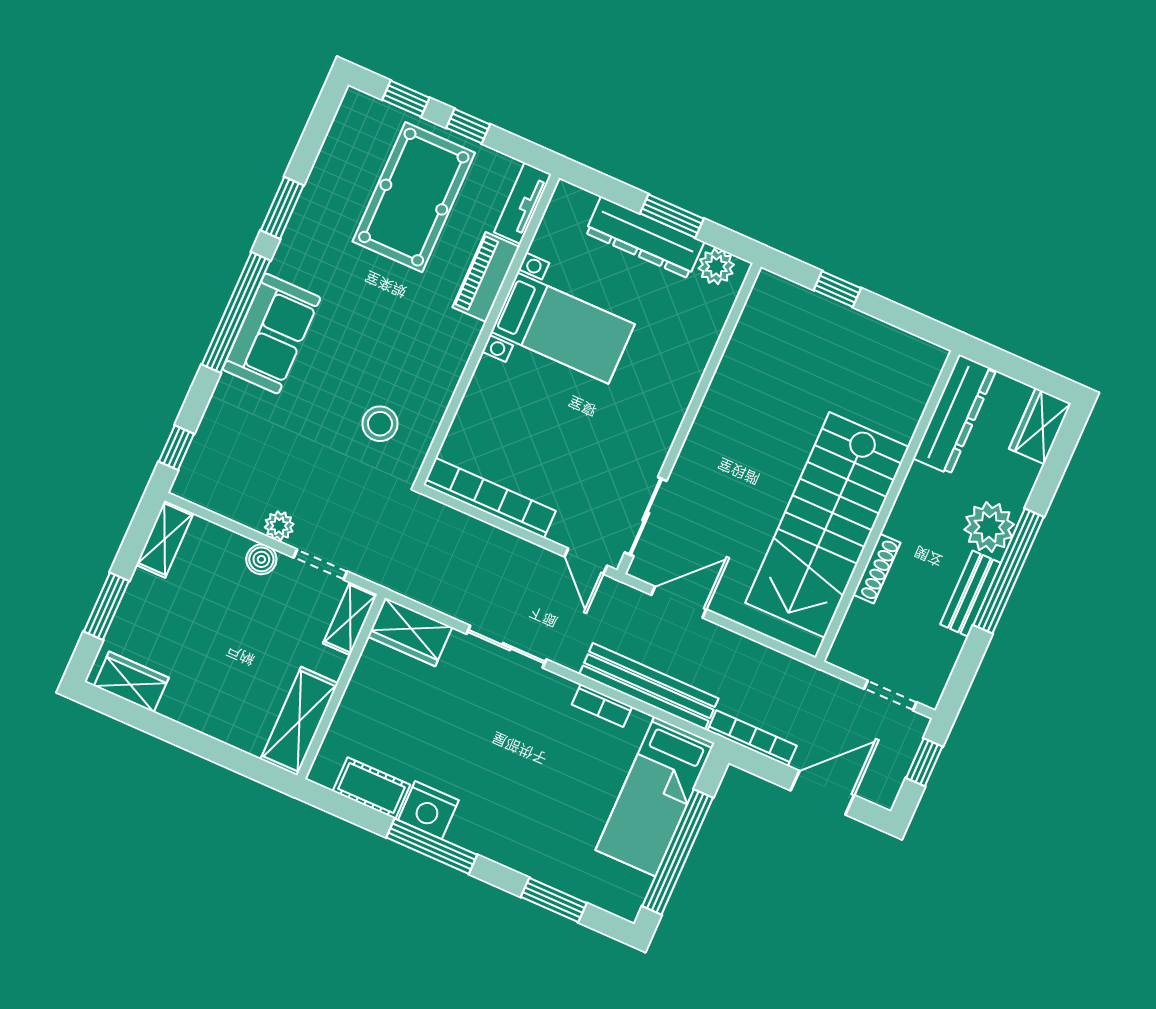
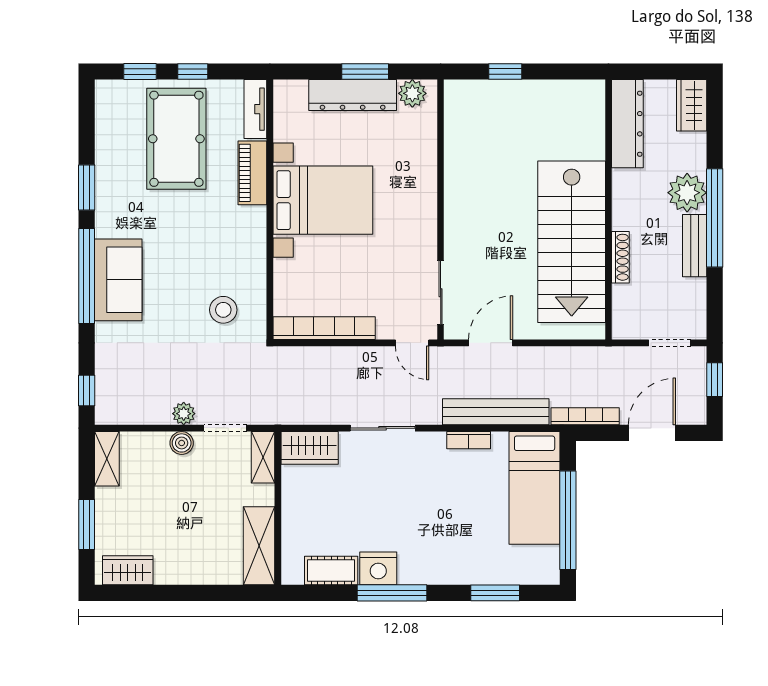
bed with nightstands: (563, 328) -> (323, 200), width x1.36

